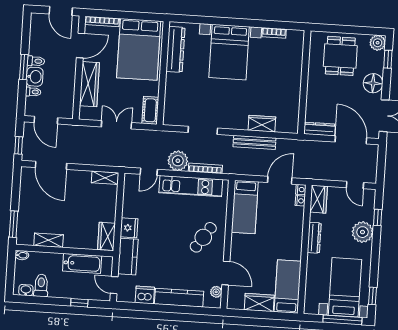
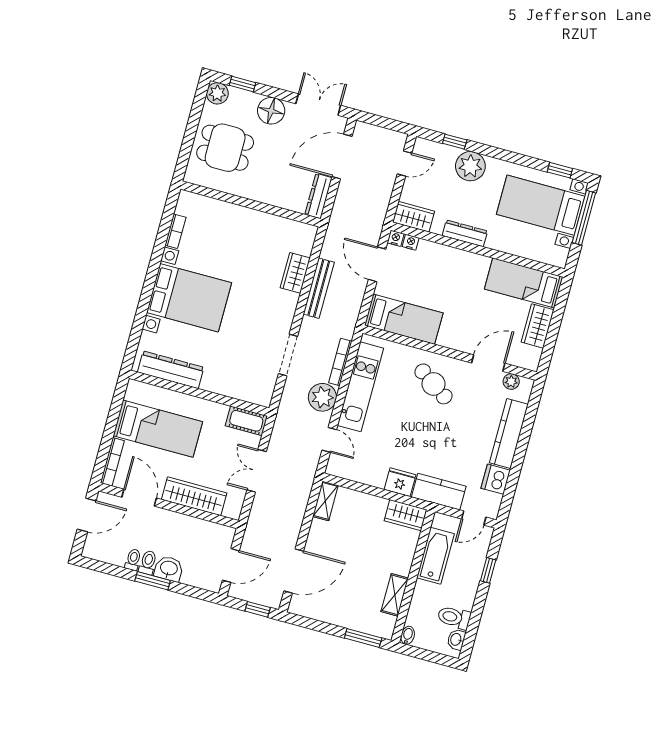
bed: (139, 49) -> (158, 429), width x0.67
toilet: (33, 92) -> (133, 560), moved

